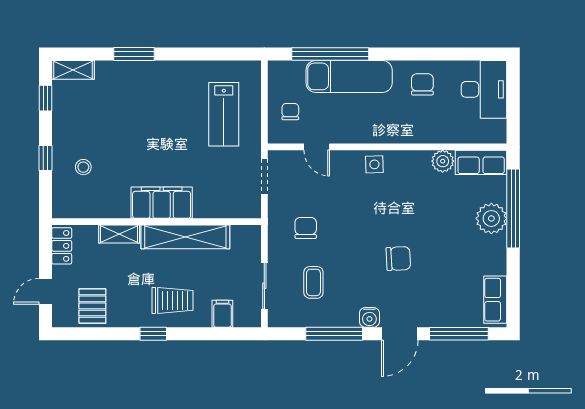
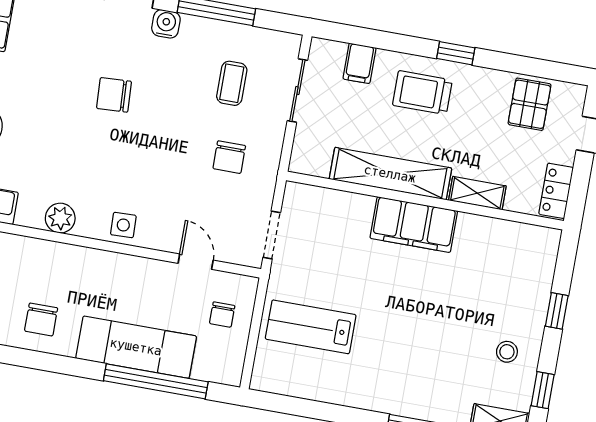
lab bench: (224, 114) -> (311, 327), turned -90
plant: (443, 161) -> (60, 218), moved
stool: (83, 167) -> (507, 352), moved

